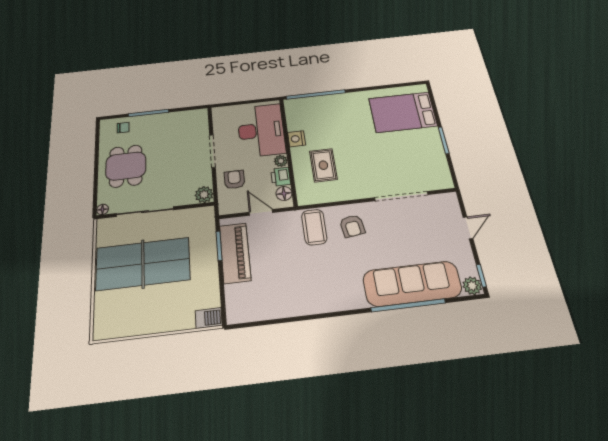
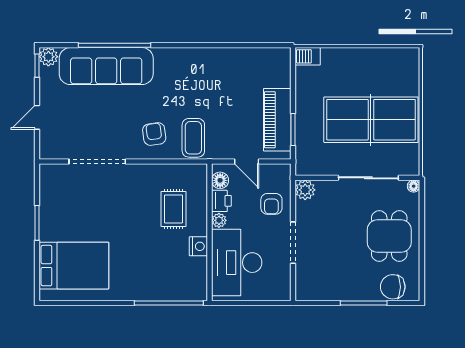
chair: (123, 128) -> (393, 287), width x1.87, depth x1.87

